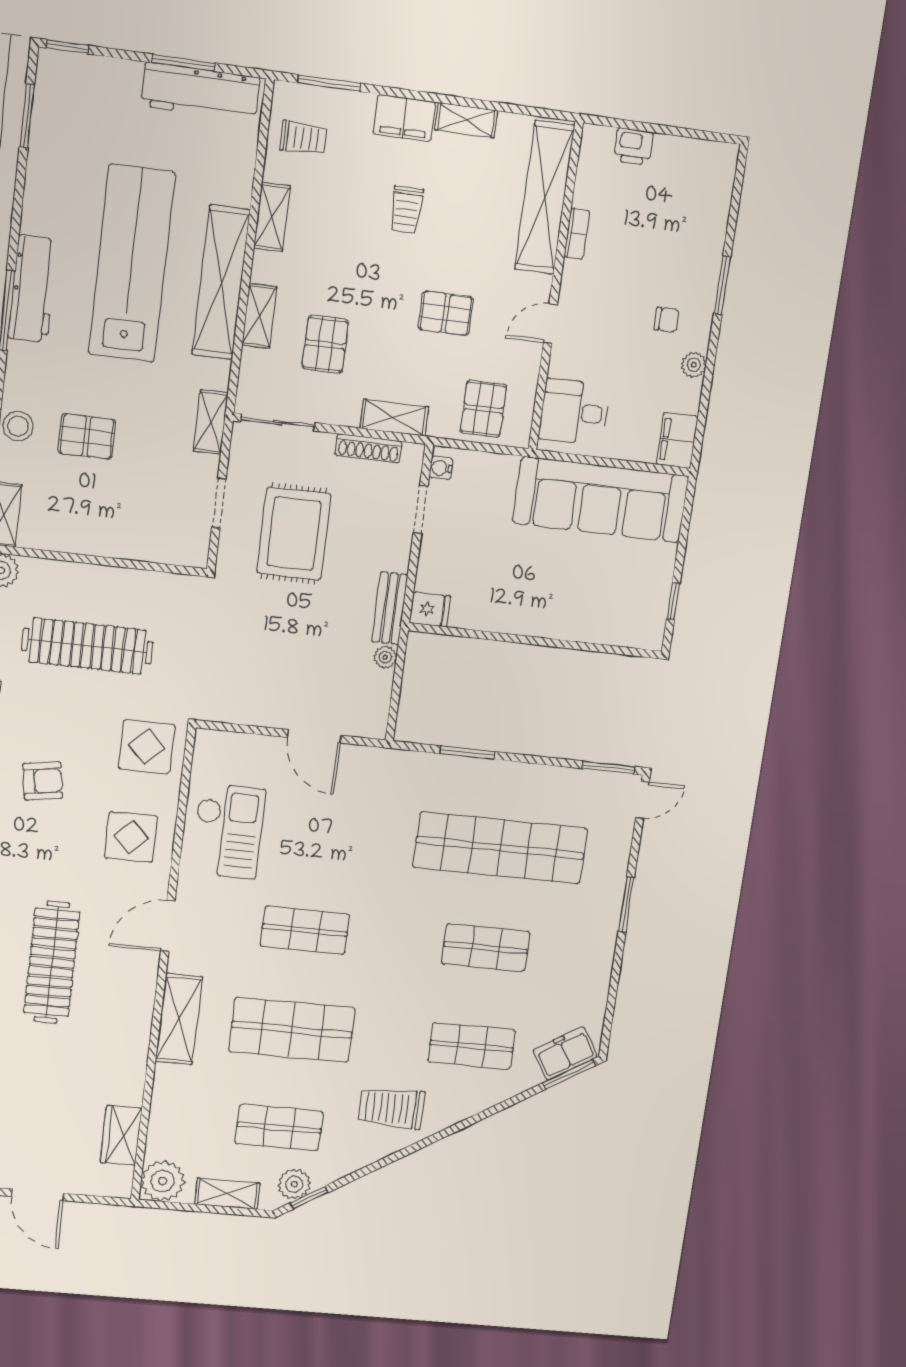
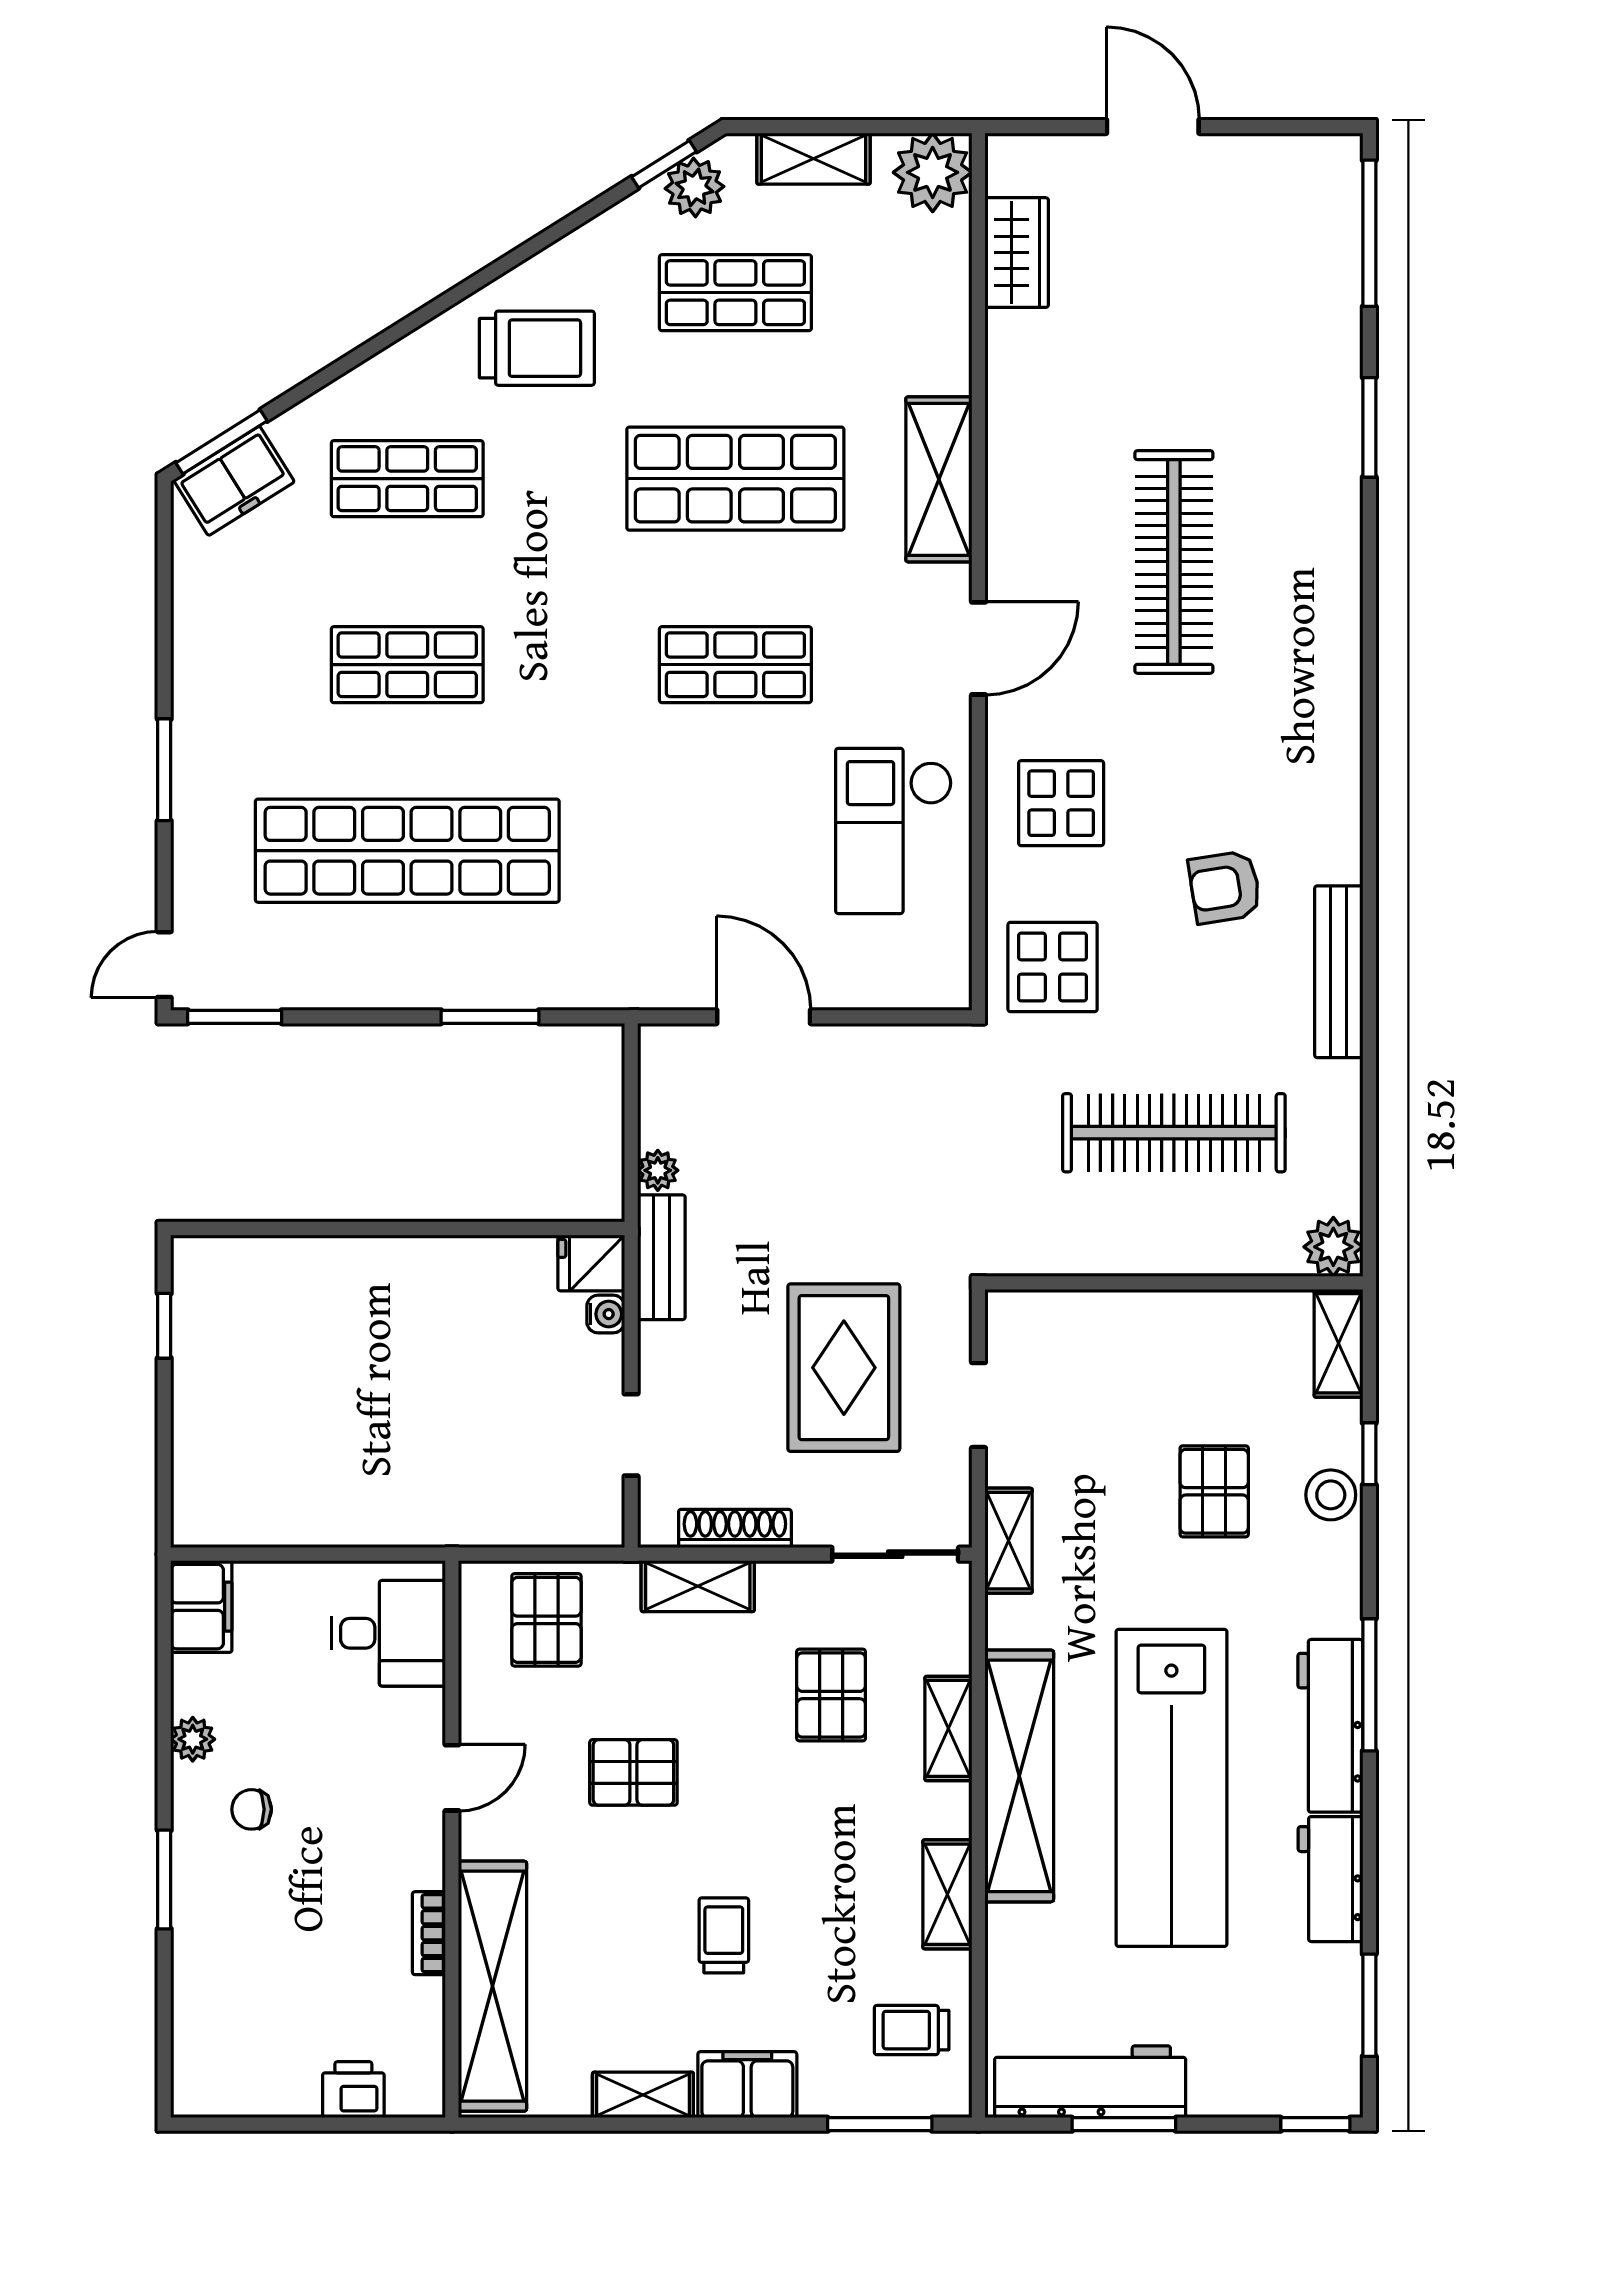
workbench: (42, 196) -> (1330, 1879), added
pallet: (87, 436) -> (1214, 1491), turned 90
water cooler: (441, 468) -> (606, 1314), moved
sofa: (601, 500) -> (320, 1489), removed

